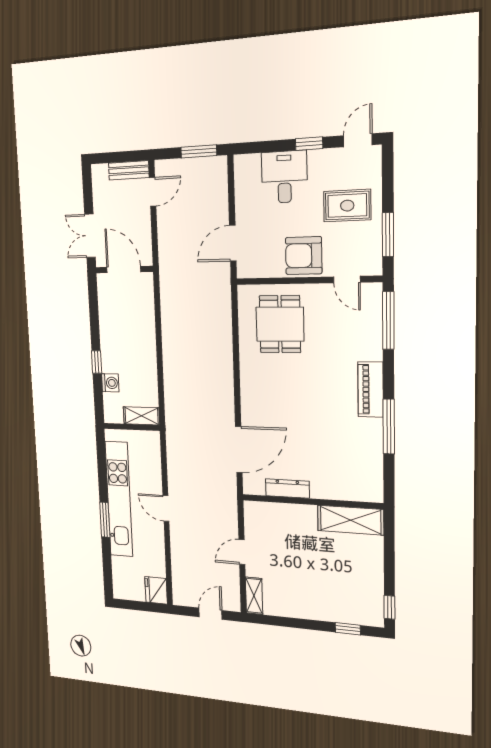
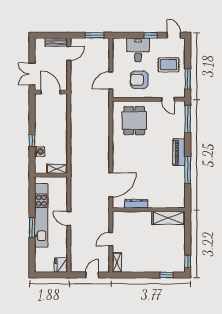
door: (358, 140) -> (174, 35), hinge flipped
armchair: (304, 256) -> (139, 80), moved

